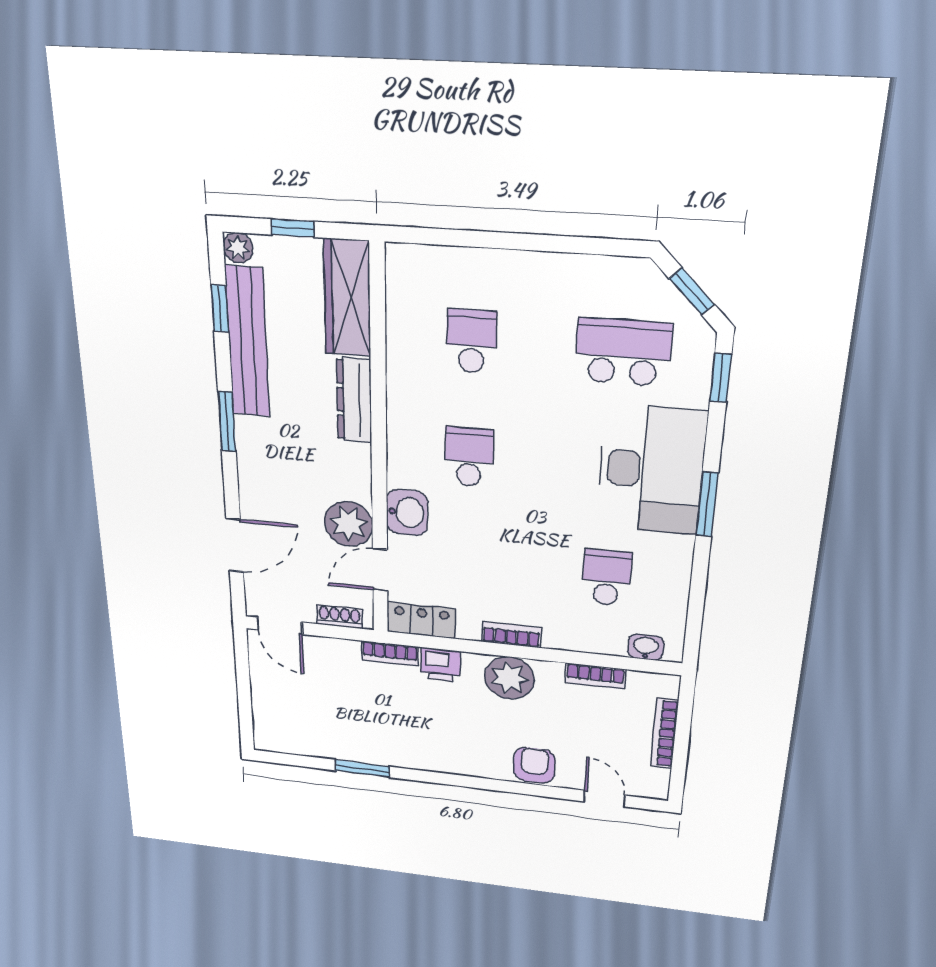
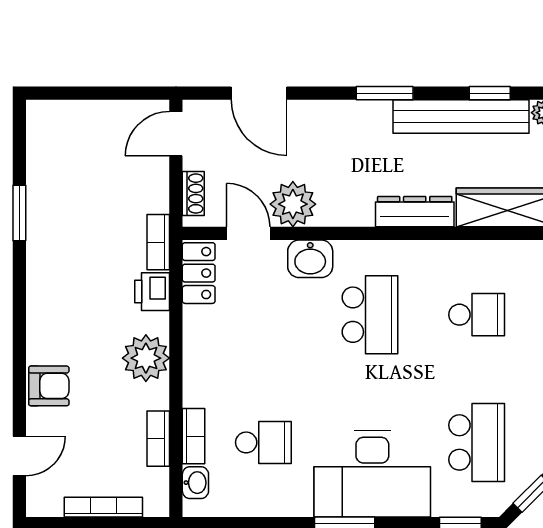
school desk: (469, 457) -> (370, 315), width x1.85
bookcase: (511, 635) -> (194, 436), moved

